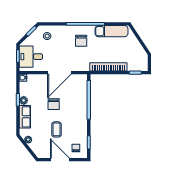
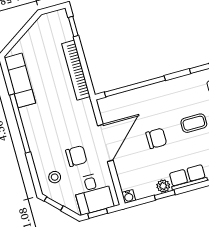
chair: (81, 41) -> (76, 156), moved
door: (59, 73) -> (105, 143), hinge flipped

